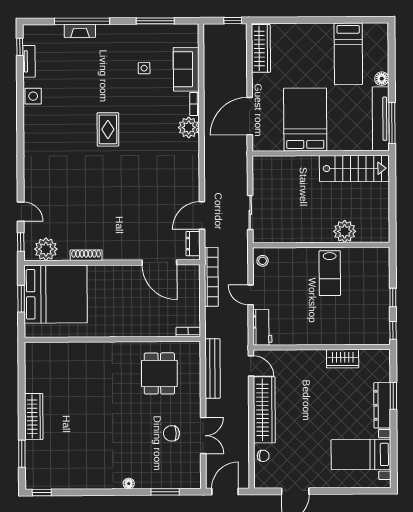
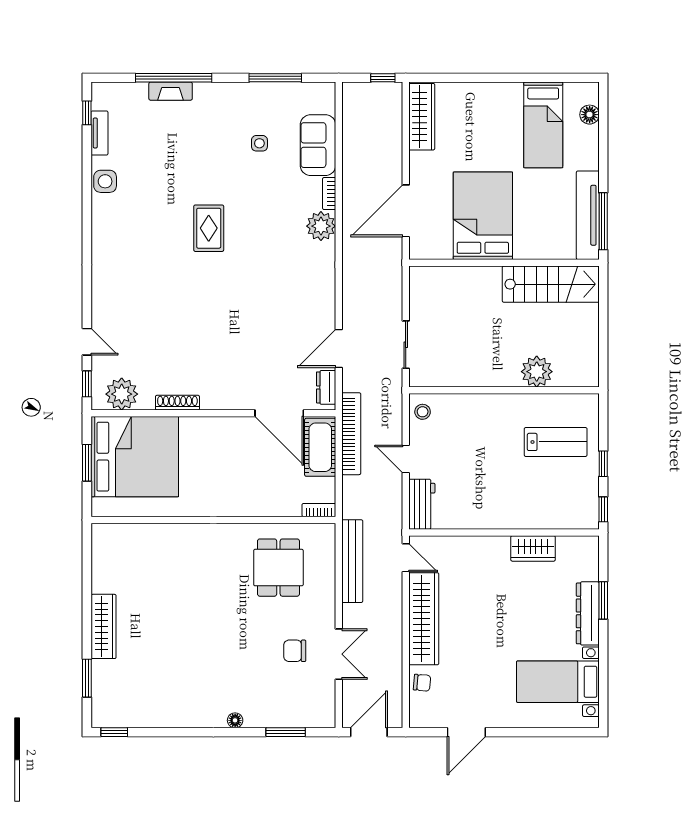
floor lamp: (382, 79) -> (590, 115), moved
lab bench: (330, 273) -> (556, 442), moved, turned -90
cot: (189, 287) -> (320, 447), added

